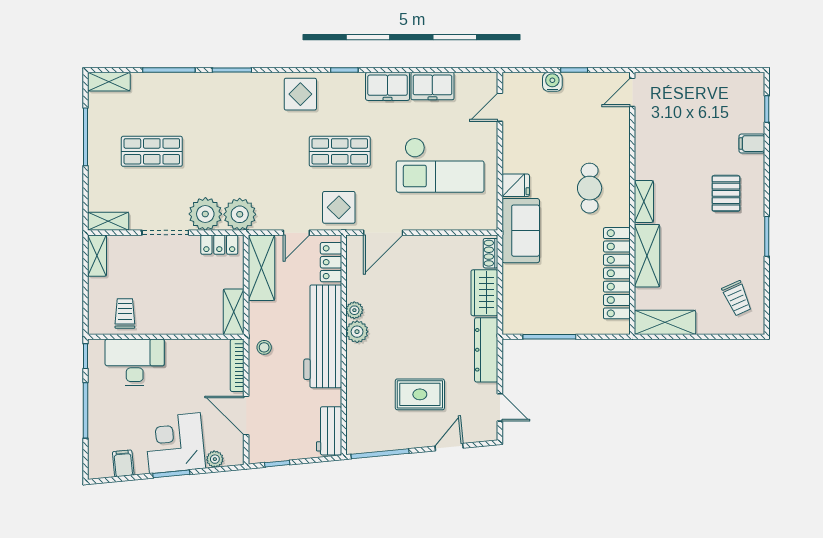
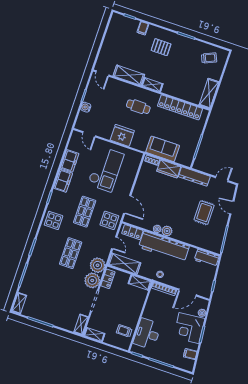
shop shelf: (152, 151) -> (71, 253), moved
fridge: (516, 185) -> (122, 135), width x1.88, depth x1.34
sofa: (521, 231) -> (163, 149), moved
shelving: (647, 256) -> (129, 75), moved

